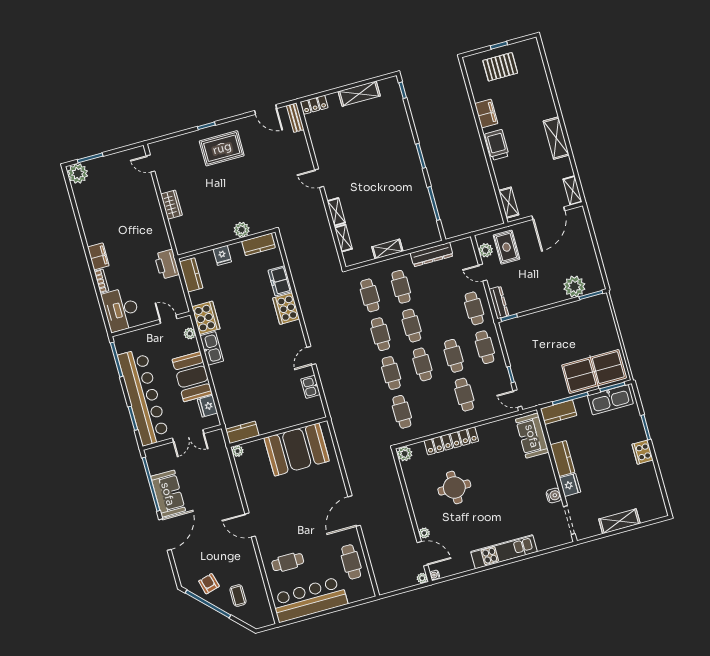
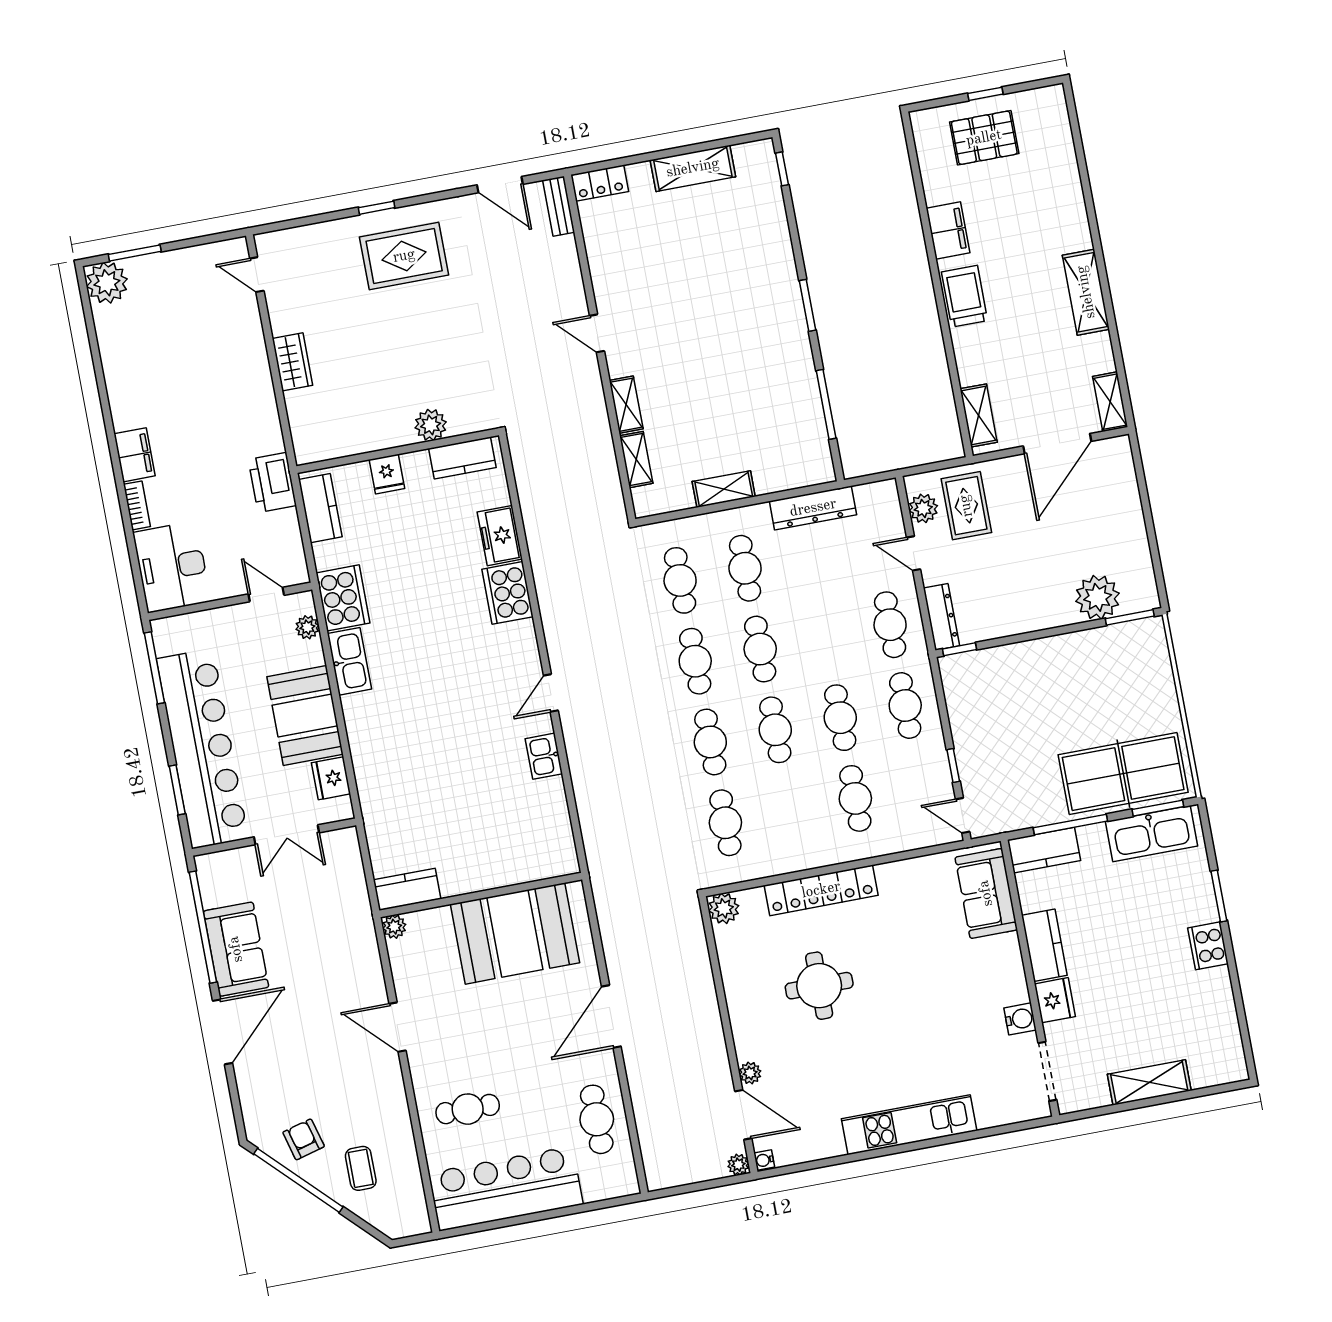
kitchen counter: (242, 432) -> (407, 889), moved
wall: (278, 432) -> (481, 895), moved
booth: (297, 449) -> (515, 933), moved
plant: (238, 451) -> (394, 927), moved

